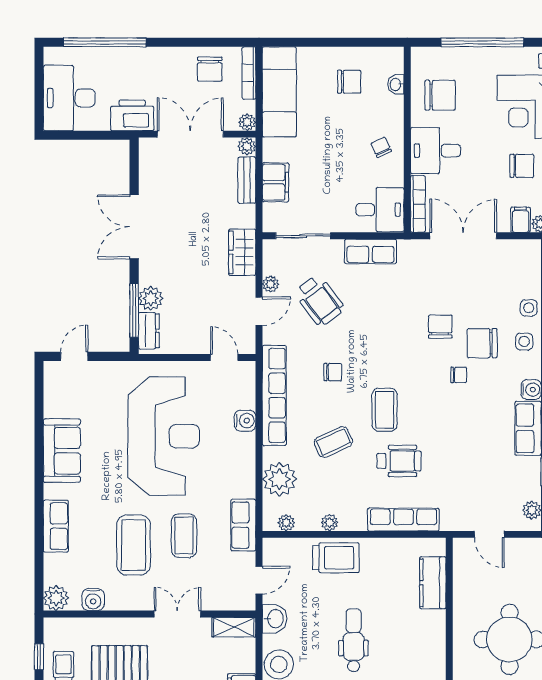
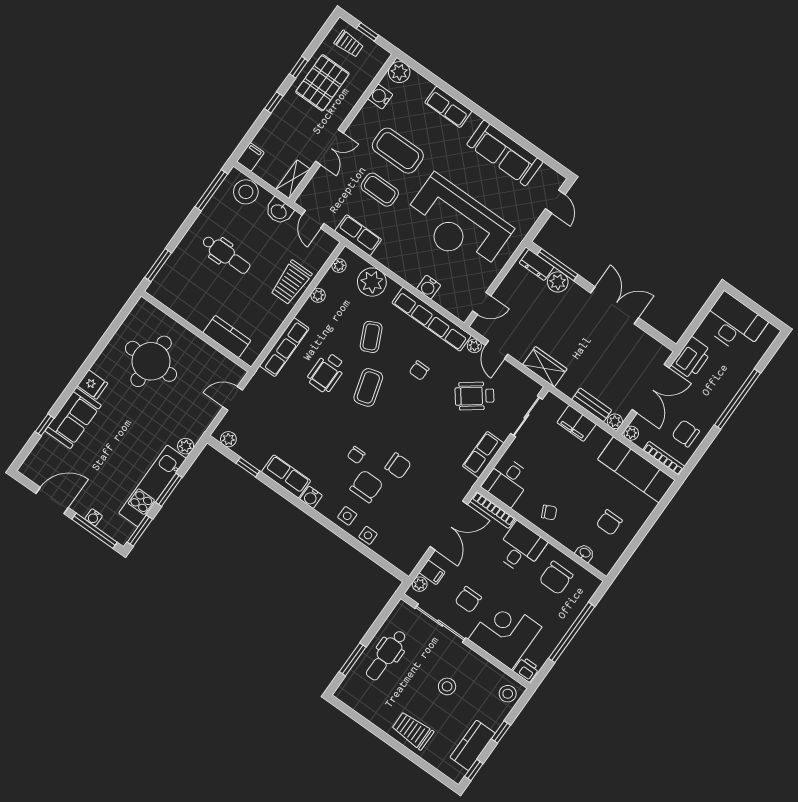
window: (105, 42) -> (737, 399), moved
plant: (271, 284) -> (474, 346), moved
coffee table: (385, 410) -> (368, 387), turned 74
sofa: (62, 451) -> (505, 153), width x1.36

